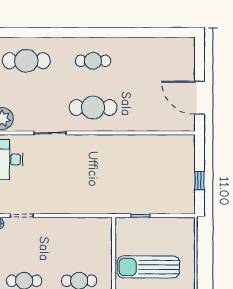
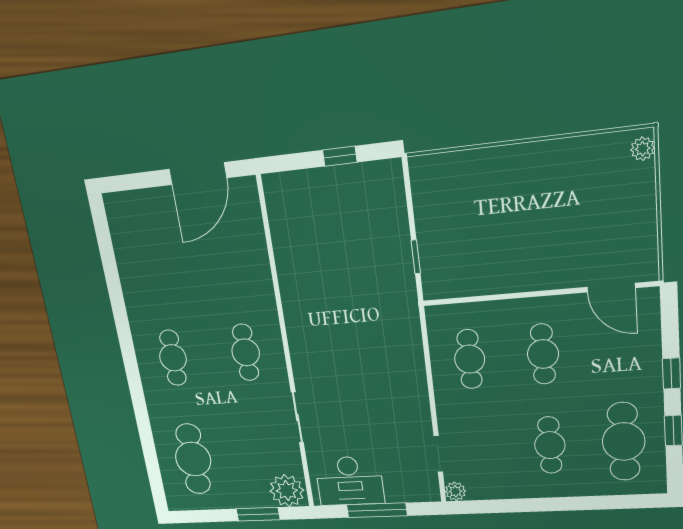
cafe table: (93, 107) -> (246, 352), width x0.73, depth x0.74
cafe table: (79, 240) -> (470, 359), added
sun lounger: (148, 267) -> (508, 233), removed

